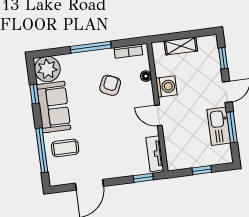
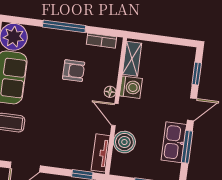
shelving: (181, 46) -> (132, 59), moved, turned 90
floor lamp: (146, 76) -> (110, 92), moved
armchair: (110, 85) -> (74, 71), turned 66
boiler: (174, 138) -> (124, 142), added

